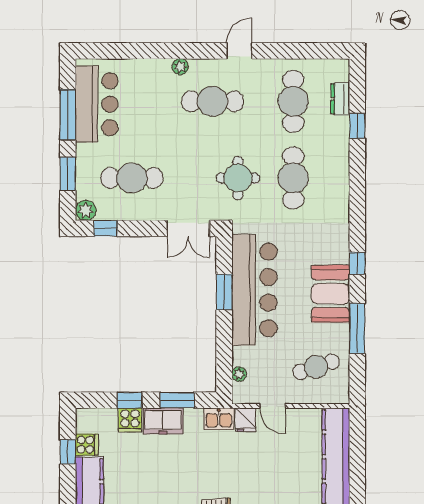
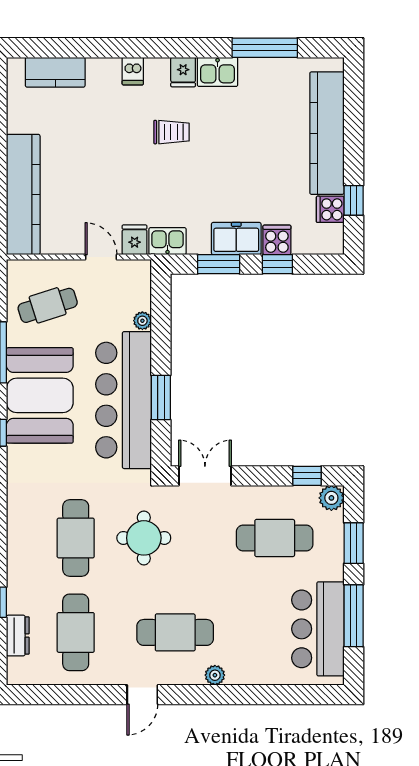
booth: (330, 294) -> (40, 395), width x1.36, depth x1.42
plant: (239, 374) -> (142, 321), moved

